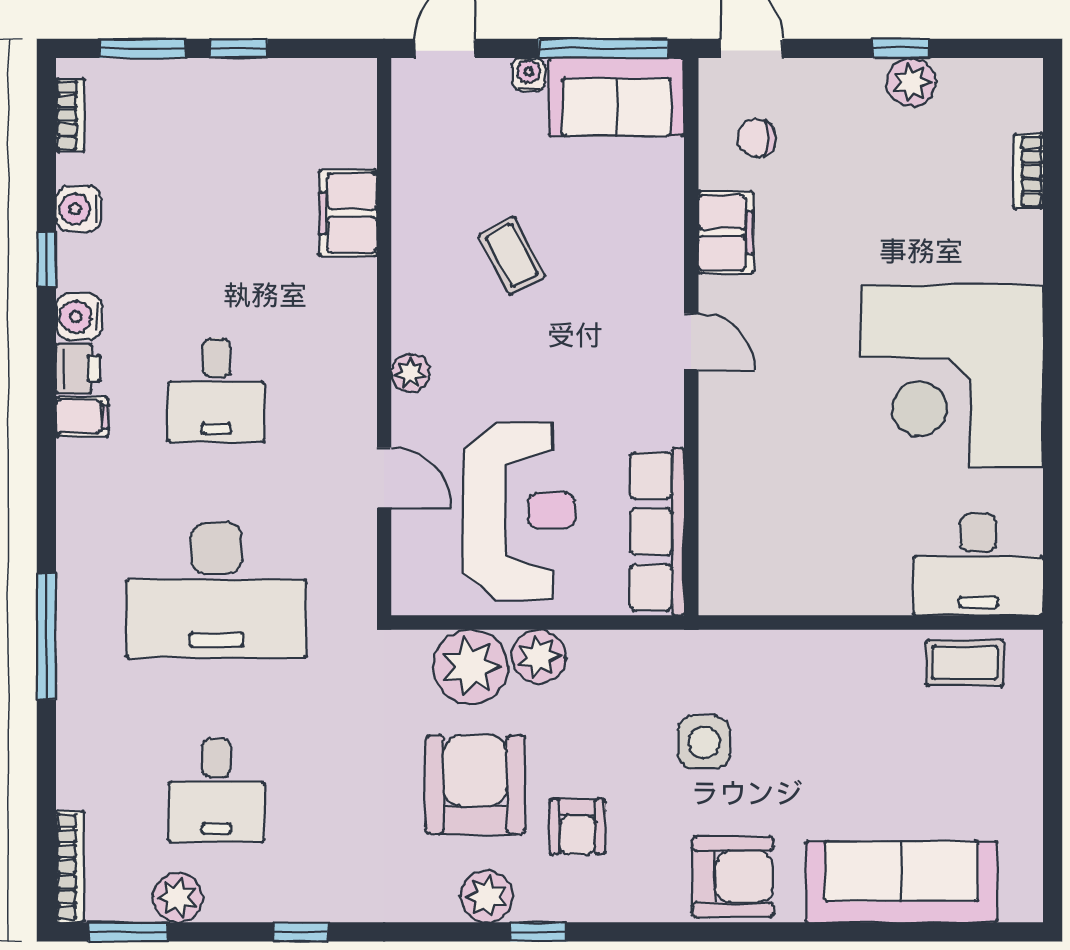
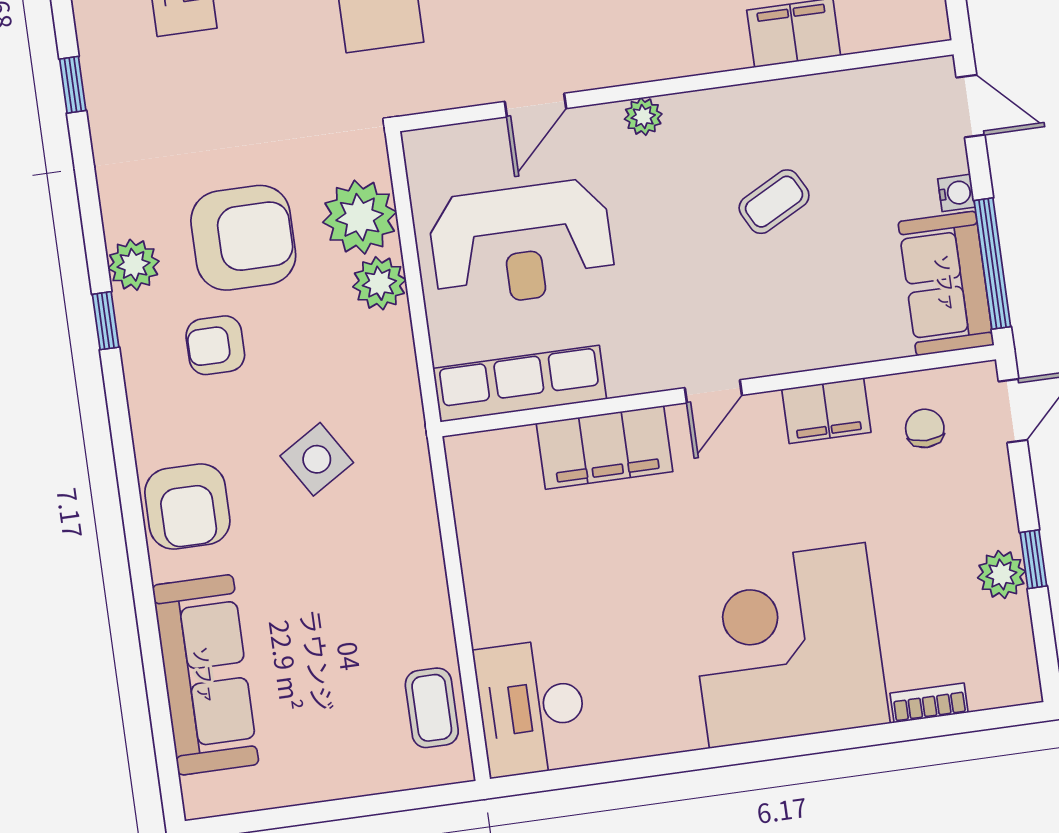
corner desk: (952, 376) -> (787, 645), moved
filing cabinet: (732, 457) -> (605, 447), added
side table: (704, 742) -> (317, 459), turned -32

